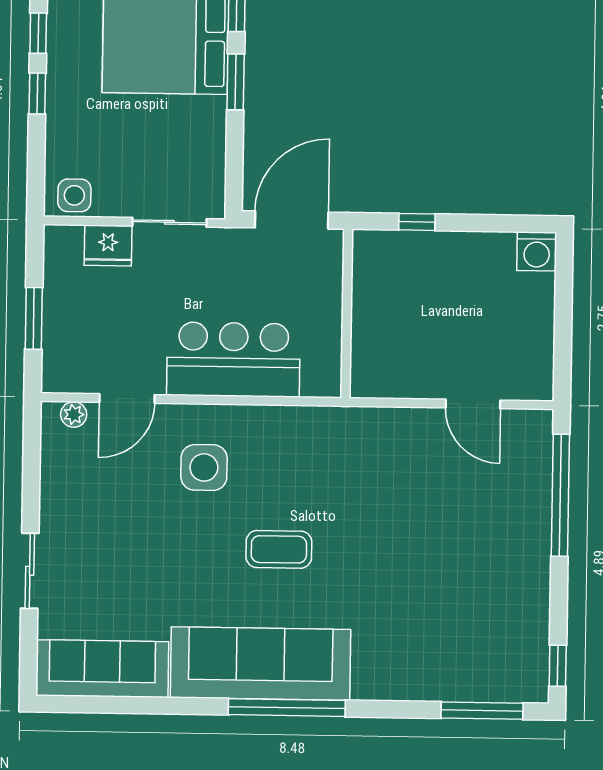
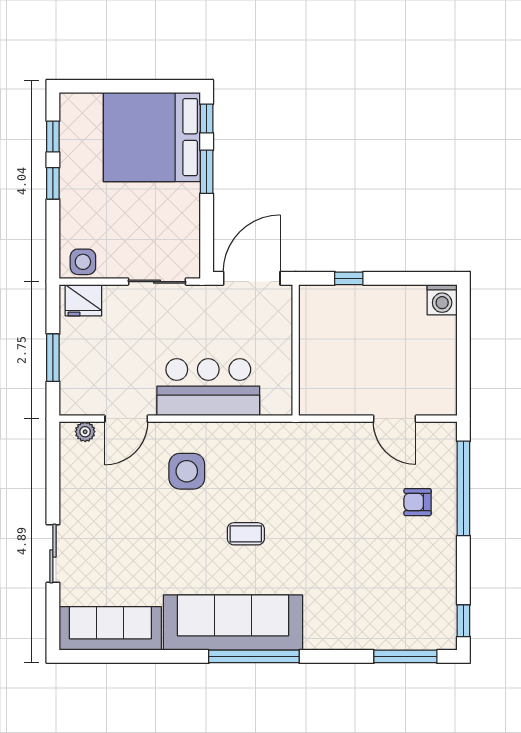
fridge: (108, 245) -> (83, 300), moved
armchair: (501, 512) -> (418, 502), added
coffee table: (279, 549) -> (246, 534), width x0.73, depth x0.77

